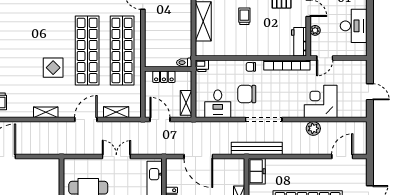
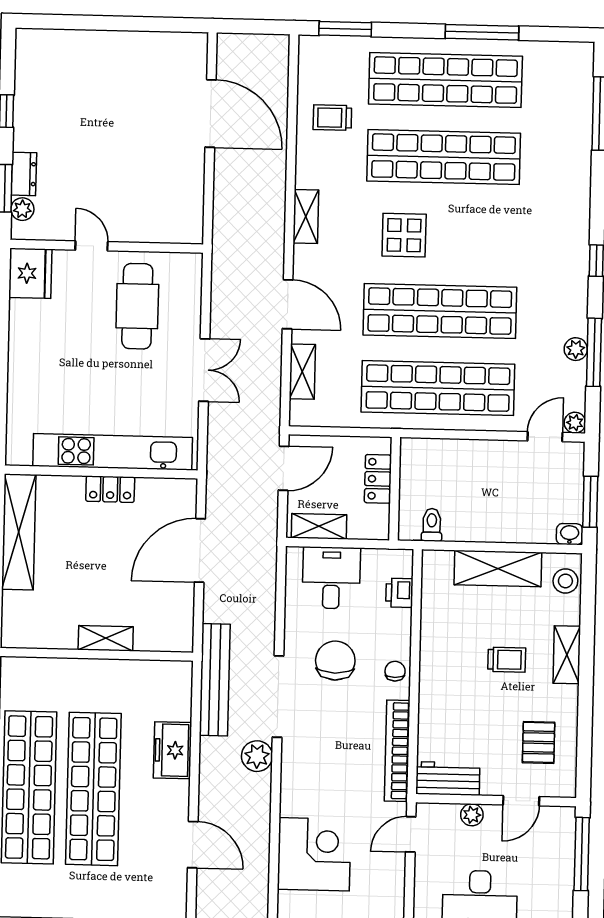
shop shelf: (17, 51) -> (444, 157), added
door: (325, 58) -> (411, 834), hinge flipped
toilet: (184, 63) -> (432, 525), moved
printer: (202, 66) -> (399, 593), moved
corner desk: (321, 101) -> (314, 854), moved
desk: (218, 104) -> (331, 578), moved, turned 90
plant: (313, 128) -> (257, 756), moved
door: (342, 157) -> (193, 845), moved
freezer: (257, 171) -> (173, 750), moved, turned 90

